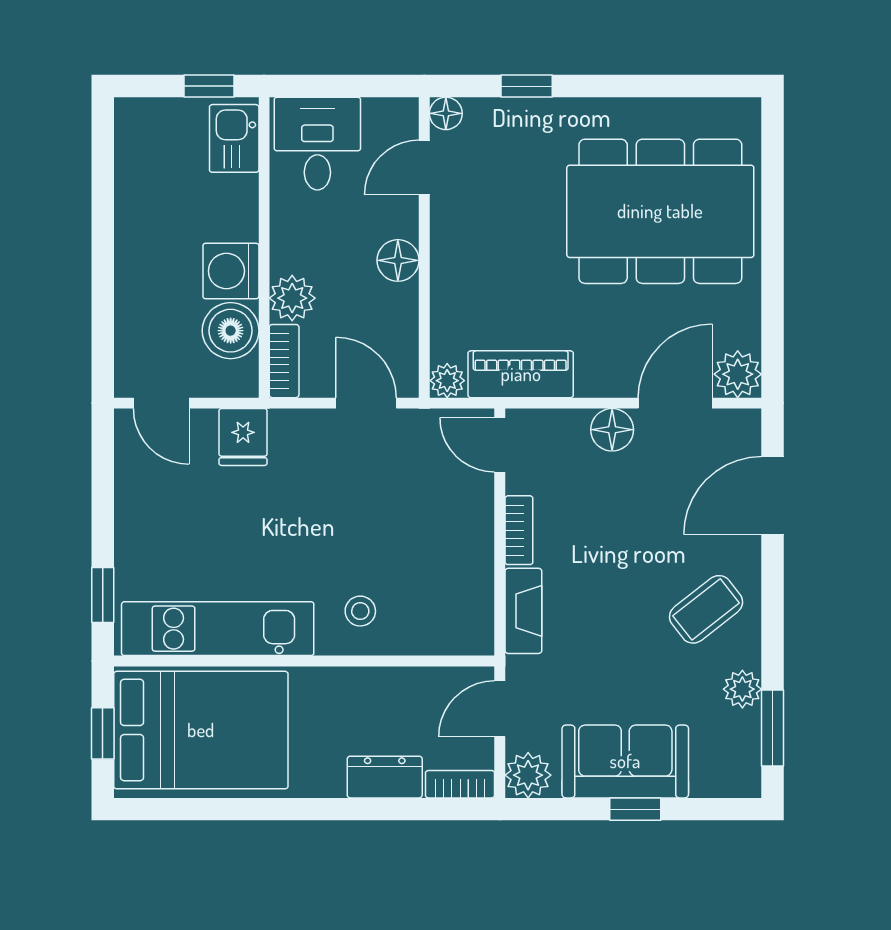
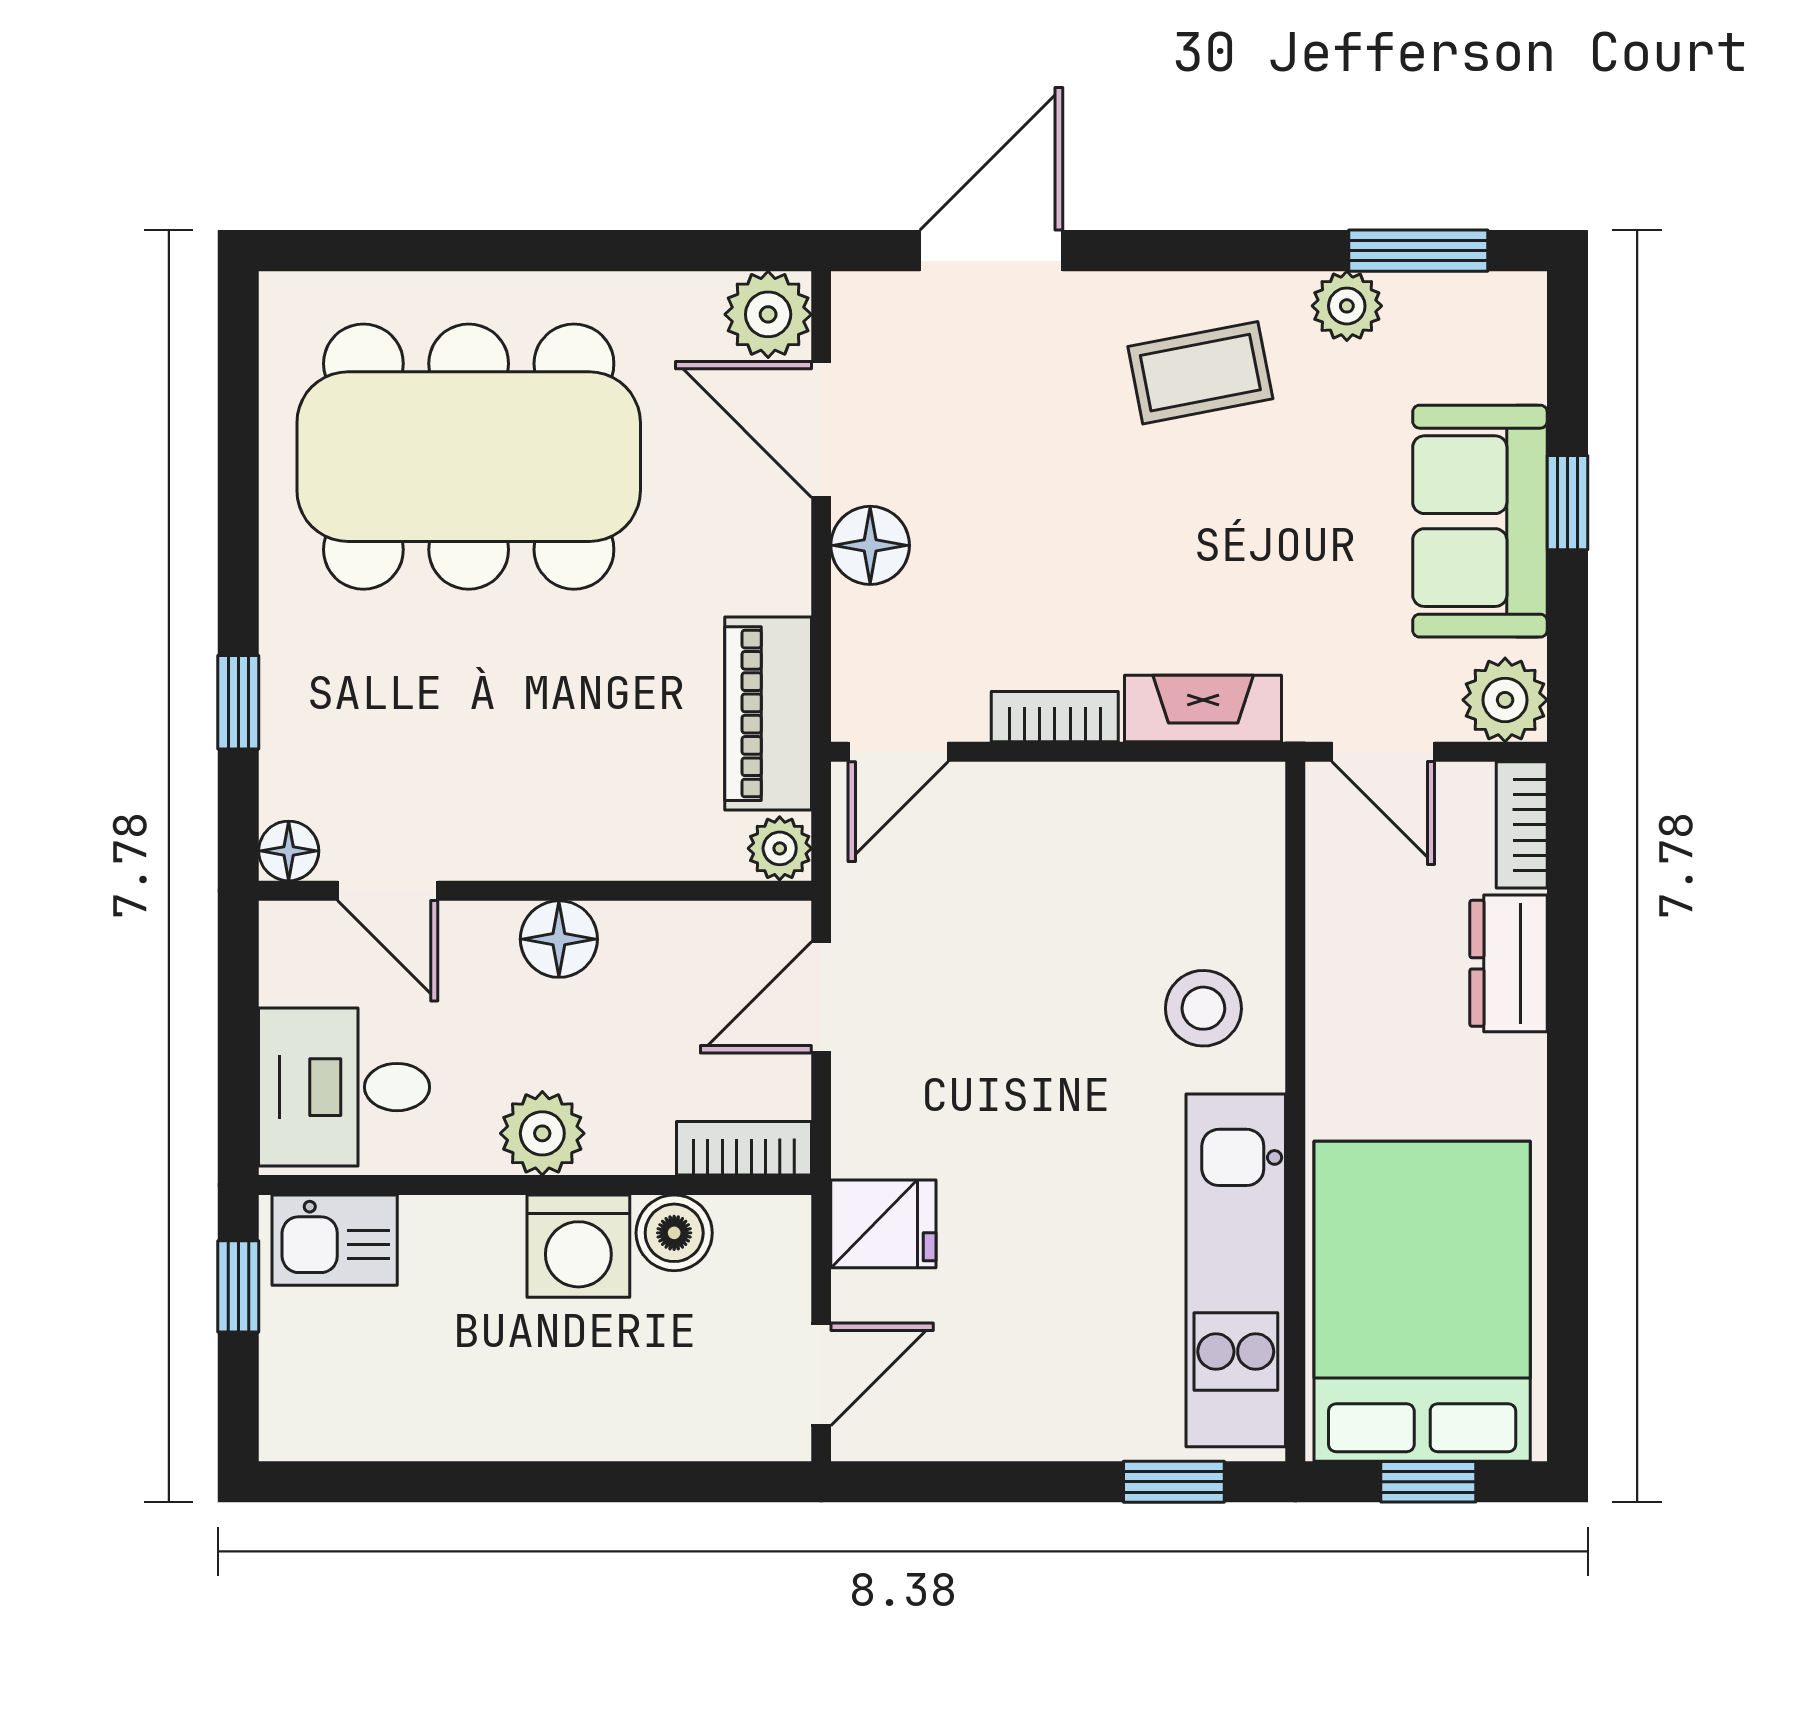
dining table: (660, 211) -> (469, 457), turned 90
plant: (292, 298) -> (542, 1133), moved
boiler: (231, 331) -> (674, 1233), width x0.73, depth x0.73
door: (772, 496) -> (991, 251), swing flipped
coffee table: (706, 609) -> (1200, 373), turned -63
stool: (360, 611) -> (1203, 1008), width x1.37, depth x1.37

